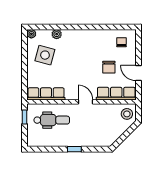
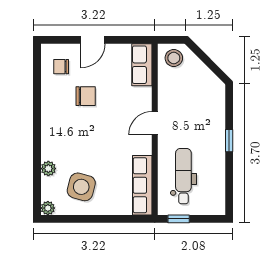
chair: (109, 67) -> (86, 96), moved
door: (138, 73) -> (93, 40), moved
row of seats: (116, 94) -> (142, 65), width x0.68

